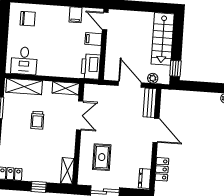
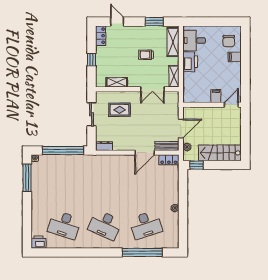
filing cabinet: (75, 15) -> (235, 57), moved
printer: (91, 67) -> (190, 62), moved, turned 90
locker: (162, 169) -> (169, 160), moved
shelving: (67, 171) -> (117, 82), moved

